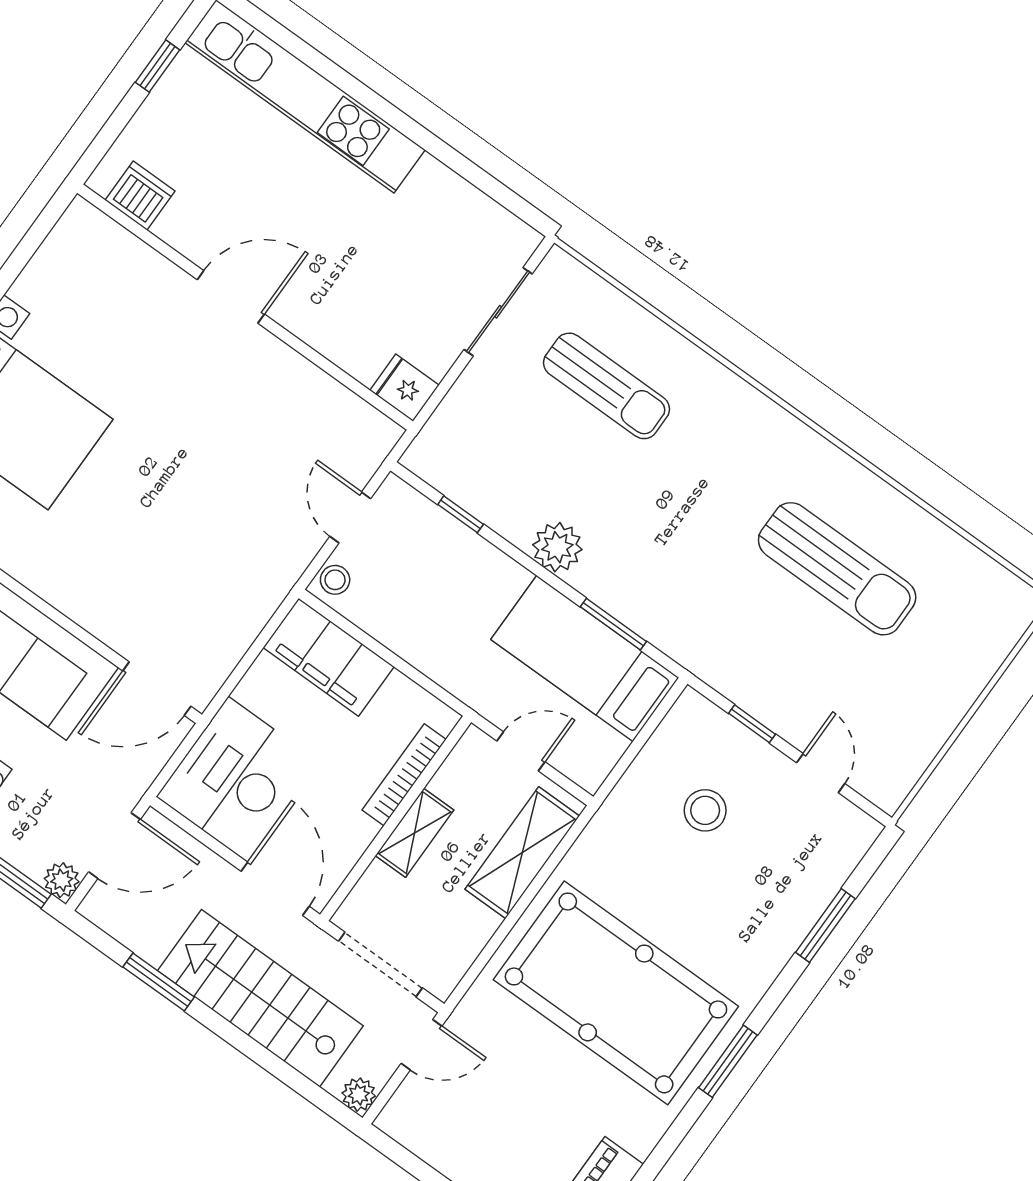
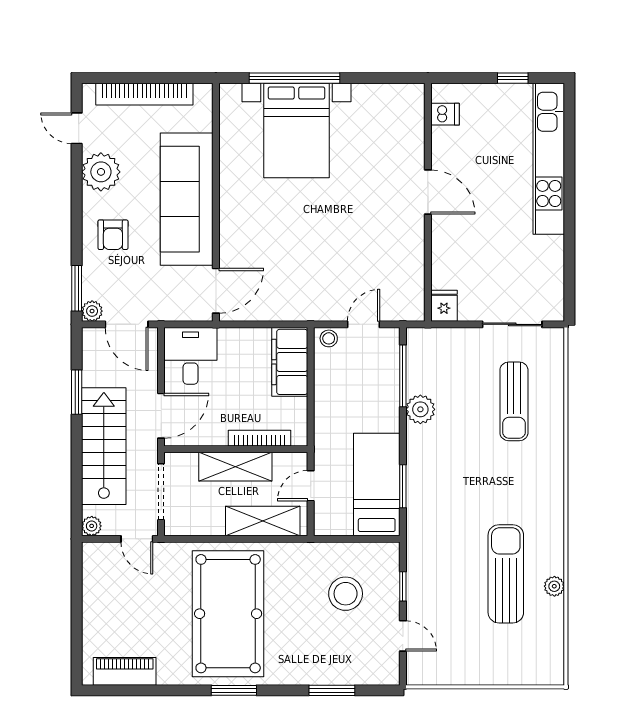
dishwasher: (140, 196) -> (445, 114), width x0.73
window: (461, 514) -> (403, 376), width x2.17
plant: (902, 514) -> (554, 586), added
plant: (557, 547) -> (420, 409), moved
sun lounger: (837, 569) -> (506, 574), turned 180
door: (157, 689) -> (216, 291), swing flipped
door: (521, 751) -> (311, 486), swing flipped
door: (821, 773) -> (403, 636), hinge flipped
desk: (231, 775) -> (190, 356), width x0.73
stool: (705, 810) -> (346, 594), width x1.38, depth x1.38
shelving: (415, 833) -> (235, 467), width x1.50, depth x1.33

